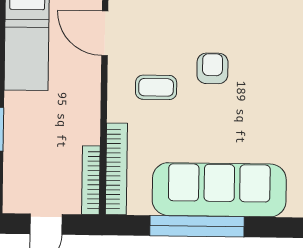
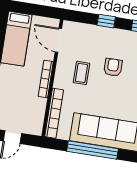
coffee table: (156, 87) -> (81, 73), turned 90
bookcase: (91, 180) -> (46, 79), moved

